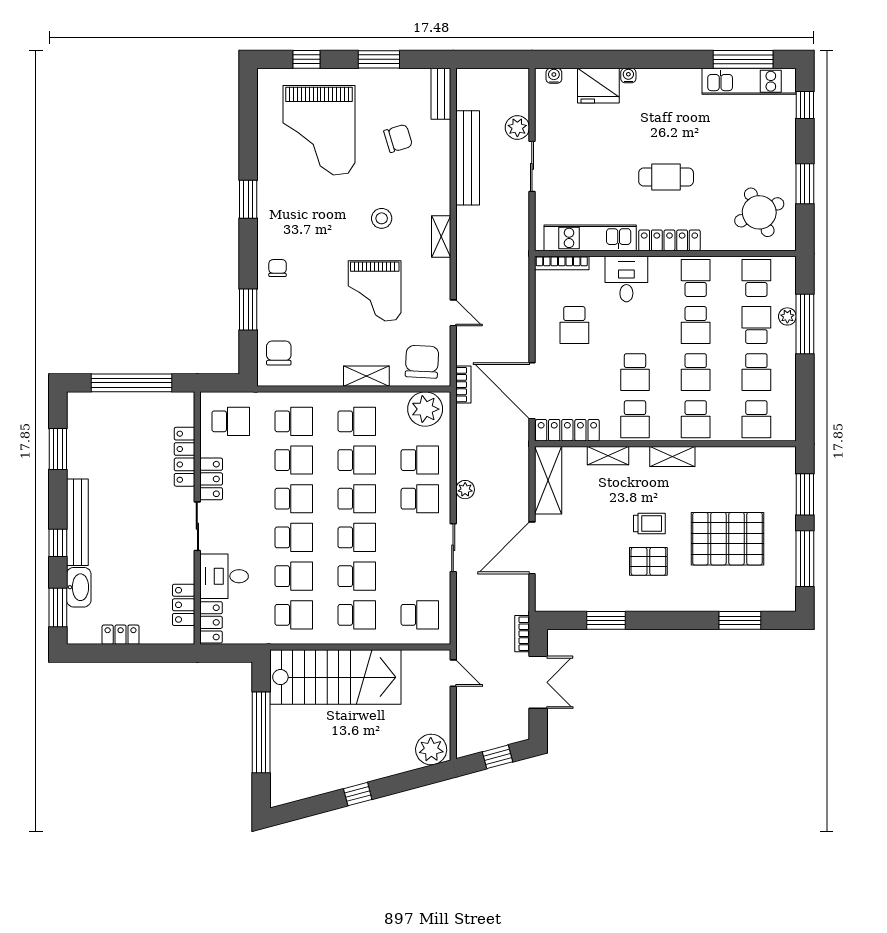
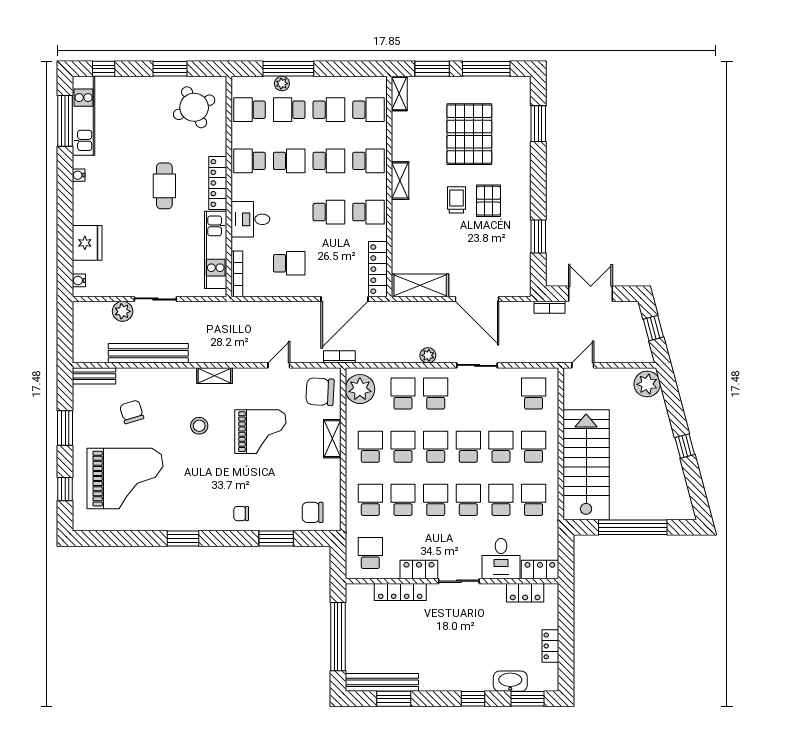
water cooler: (628, 75) -> (79, 175), moved
shelving: (608, 456) -> (399, 94), moved
bench: (77, 522) -> (382, 682), moved

